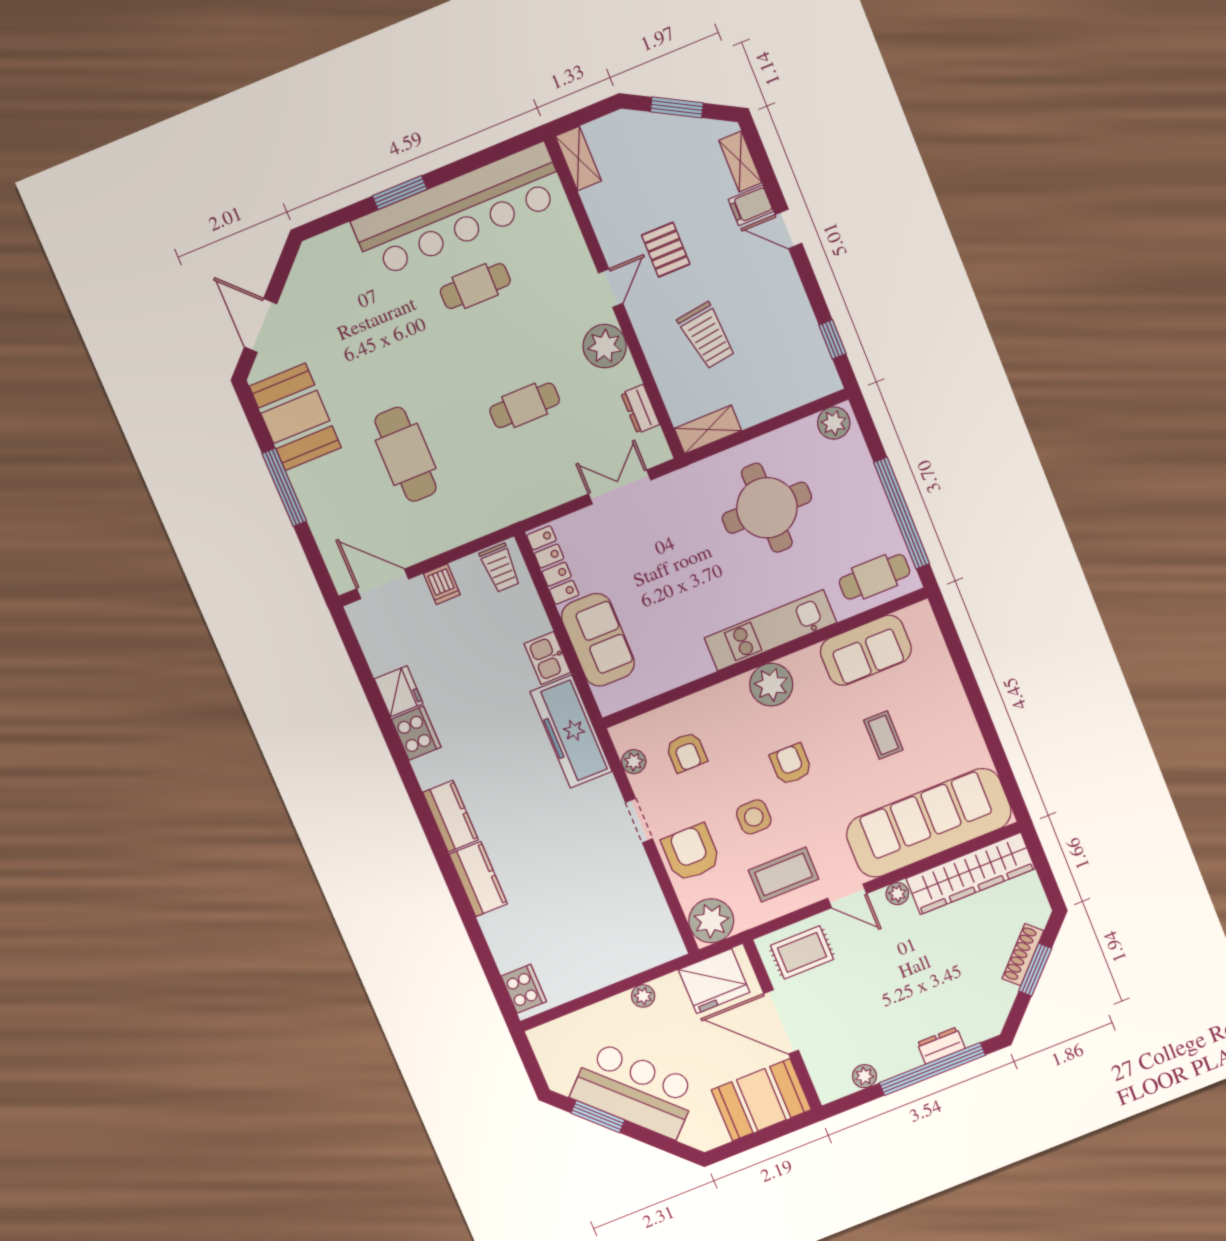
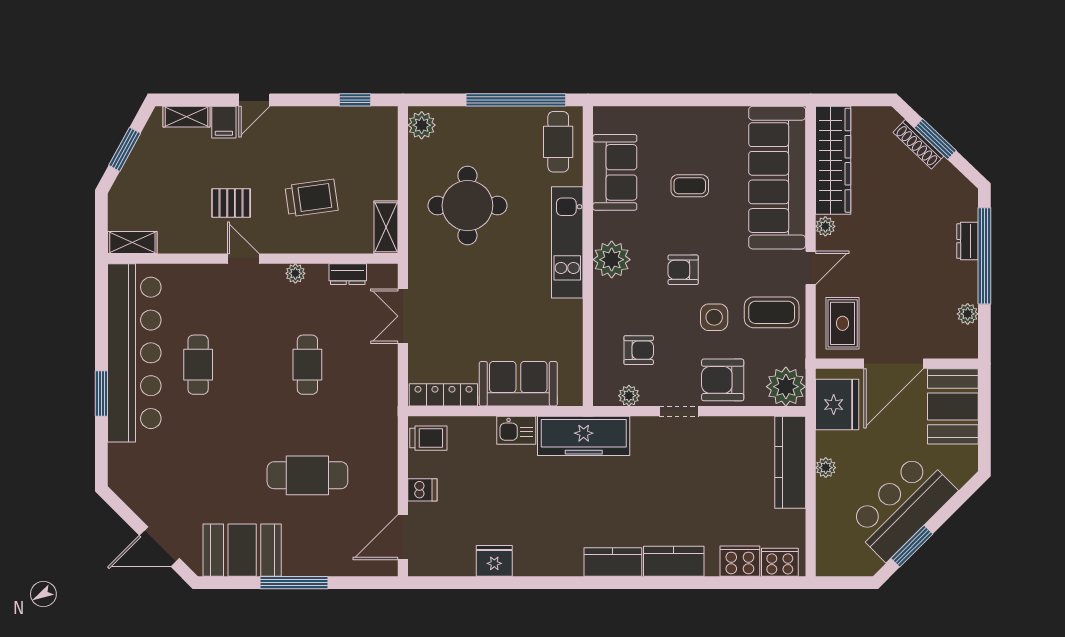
plant: (605, 346) -> (295, 273), width x0.53, depth x0.53
cooker: (416, 733) -> (740, 561), moved
coffee table: (784, 875) -> (772, 312), turned 90
kitchen counter: (633, 957) -> (790, 462), added

